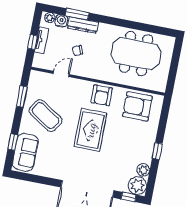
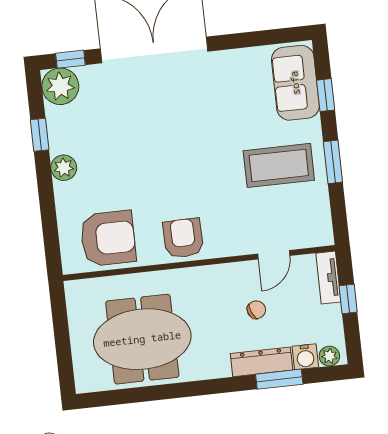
tv unit: (42, 40) -> (328, 278), moved
window: (22, 96) -> (333, 162), moved
coffee table: (46, 116) -> (279, 165), turned -32
rug: (90, 130) -> (184, 165), removed
window: (157, 151) -> (40, 135), moved
plant: (143, 170) -> (64, 168), moved

